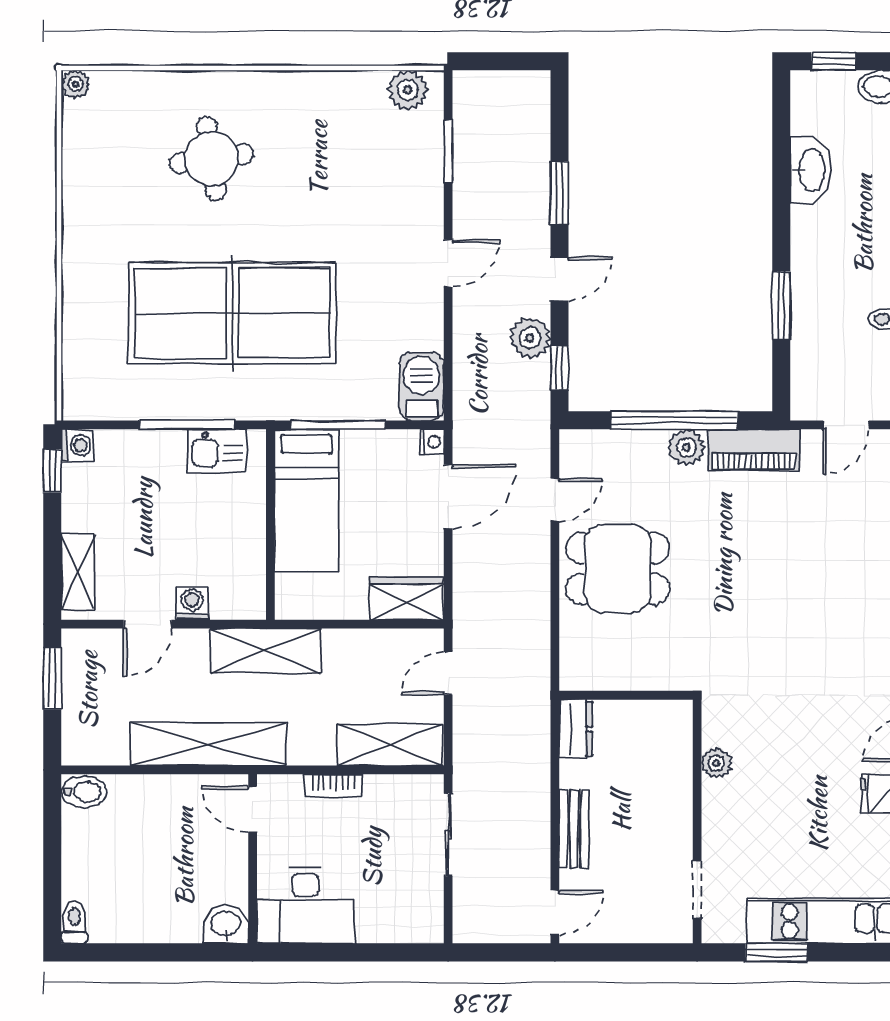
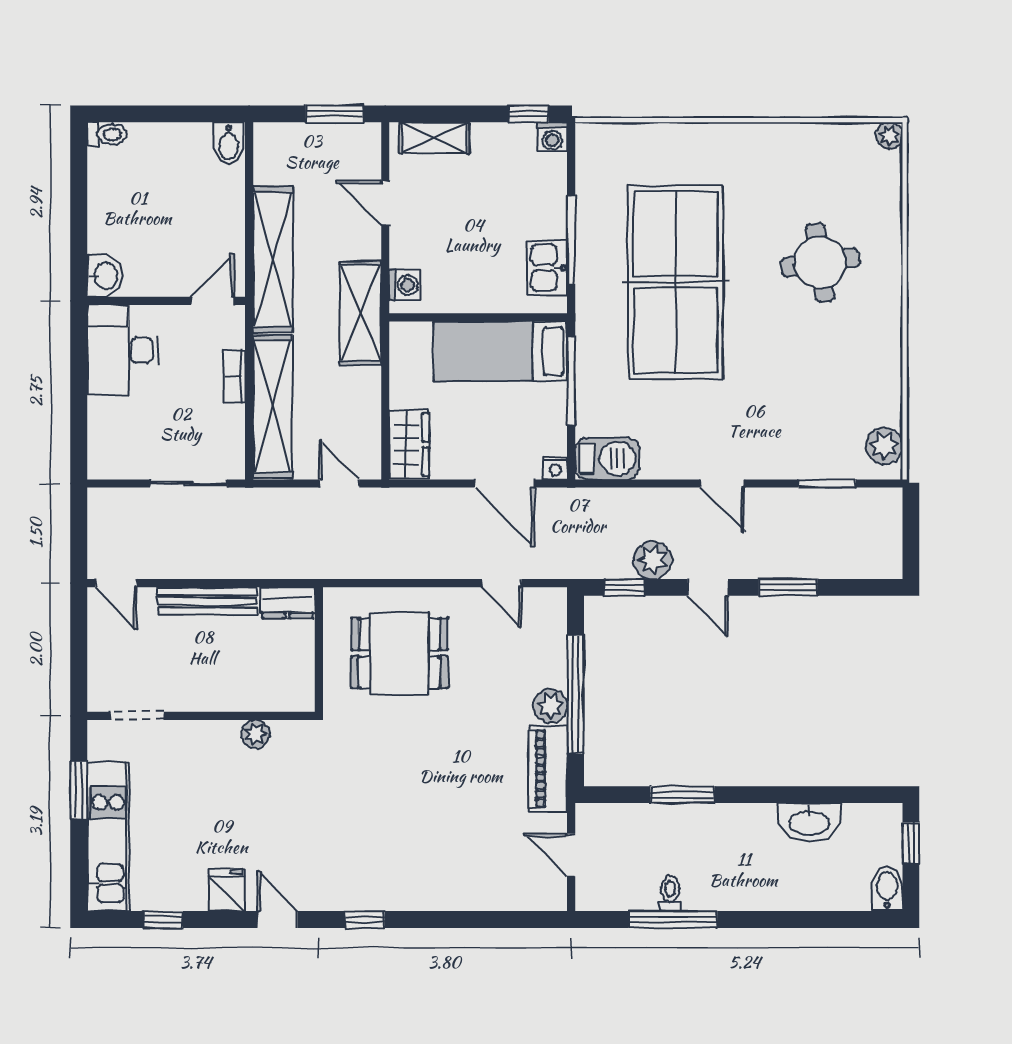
dining table: (618, 569) -> (399, 653), moved, turned 90
washing machine: (192, 603) -> (405, 285), moved
shelving: (390, 745) -> (273, 407), width x1.47
bench: (574, 829) -> (207, 601), width x1.36

